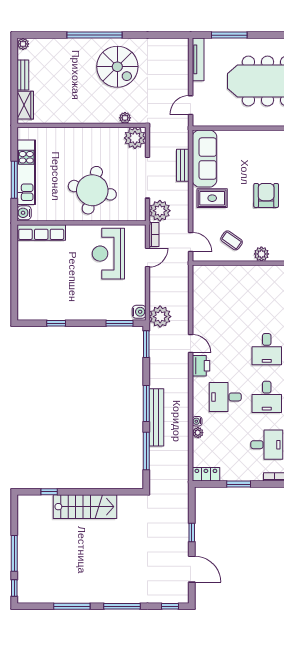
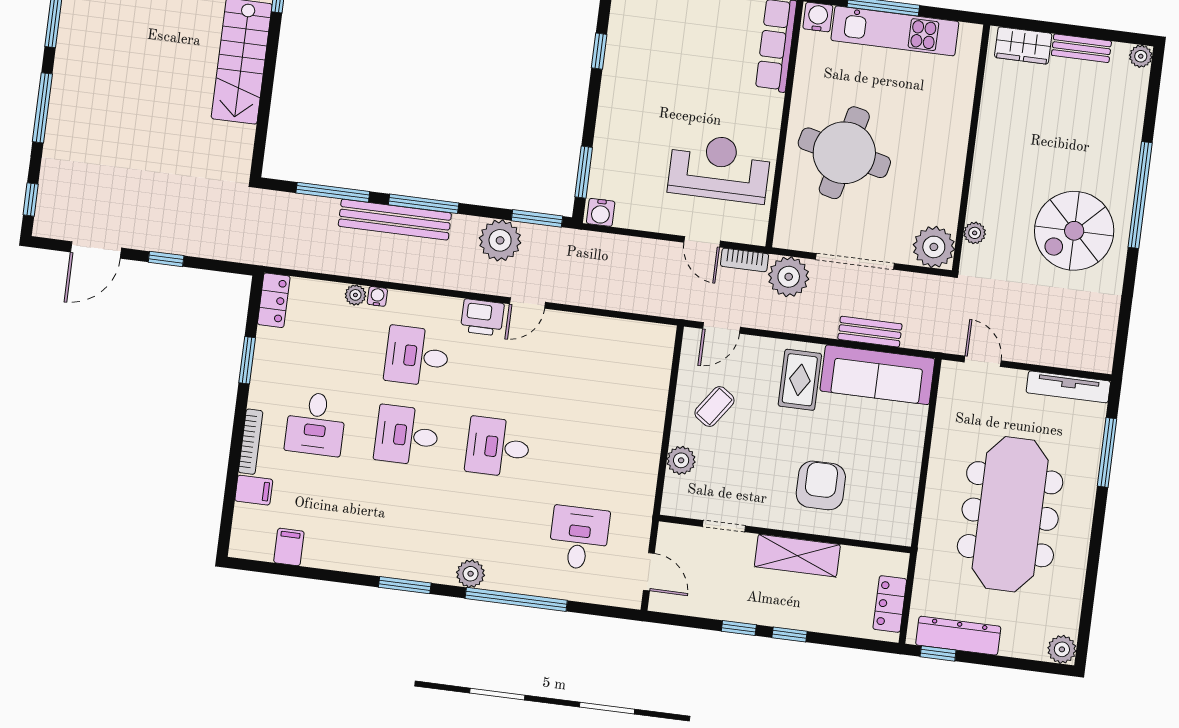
armchair: (266, 195) -> (821, 485), moved, turned -90
plant: (160, 317) -> (500, 240), moved
desk: (225, 397) -> (417, 356), turned -90

